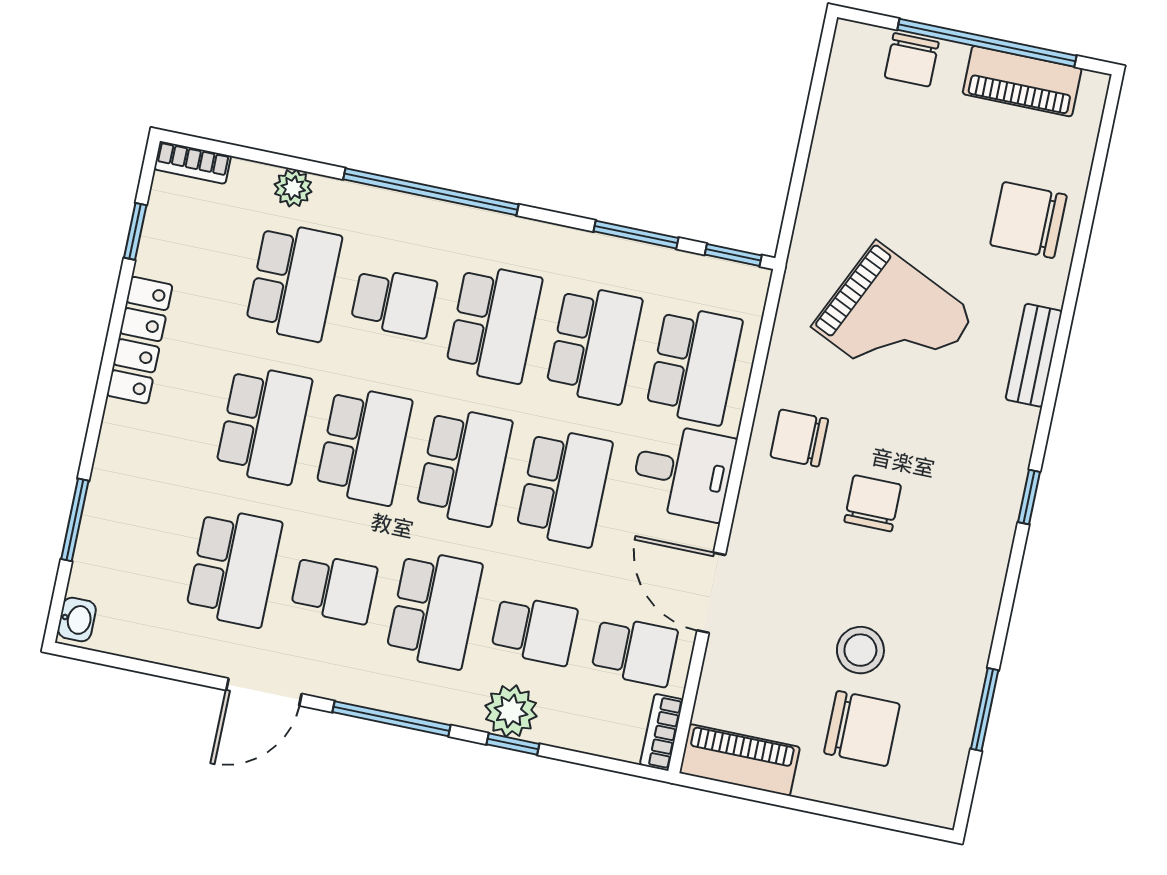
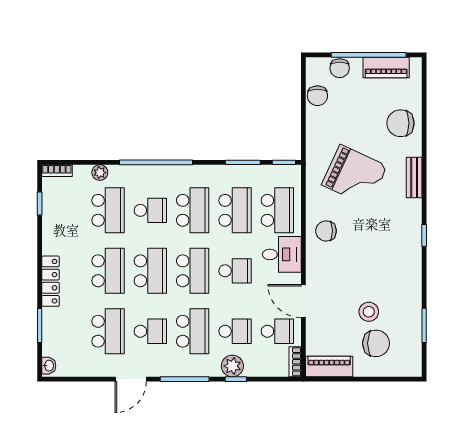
locker: (140, 340) -> (50, 281), moved
school desk: (564, 487) -> (235, 271), width x0.54
chair: (873, 503) -> (317, 96), moved, turned 180

